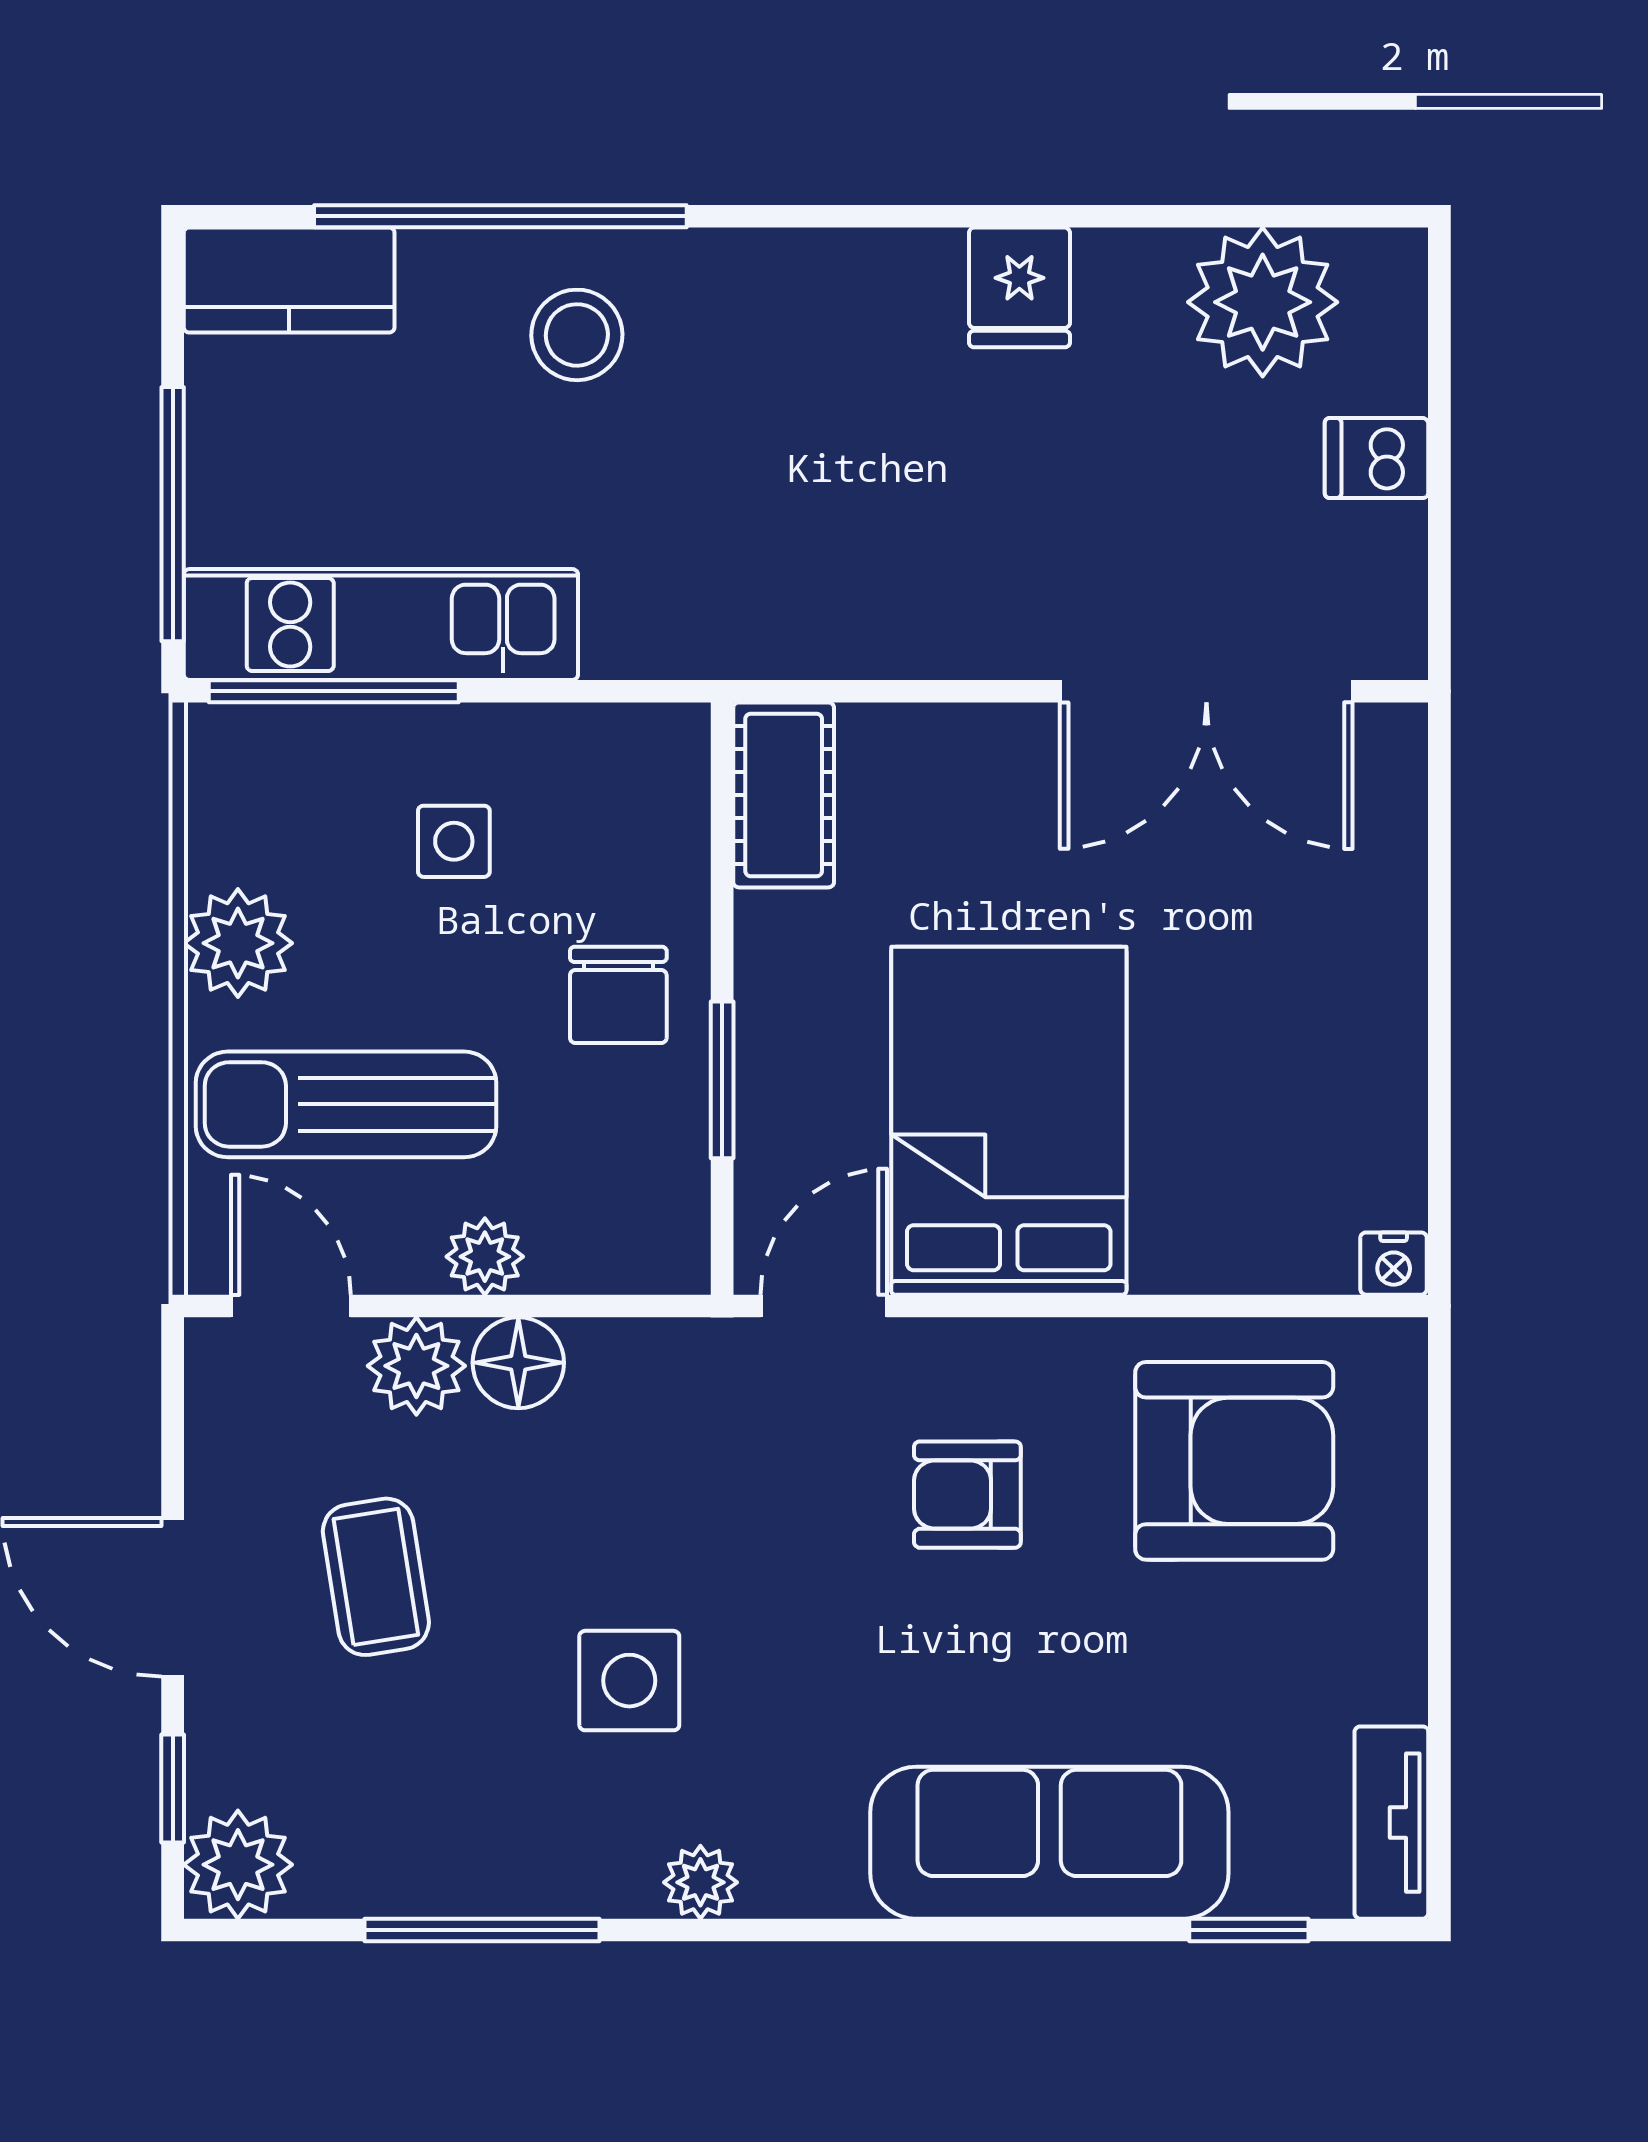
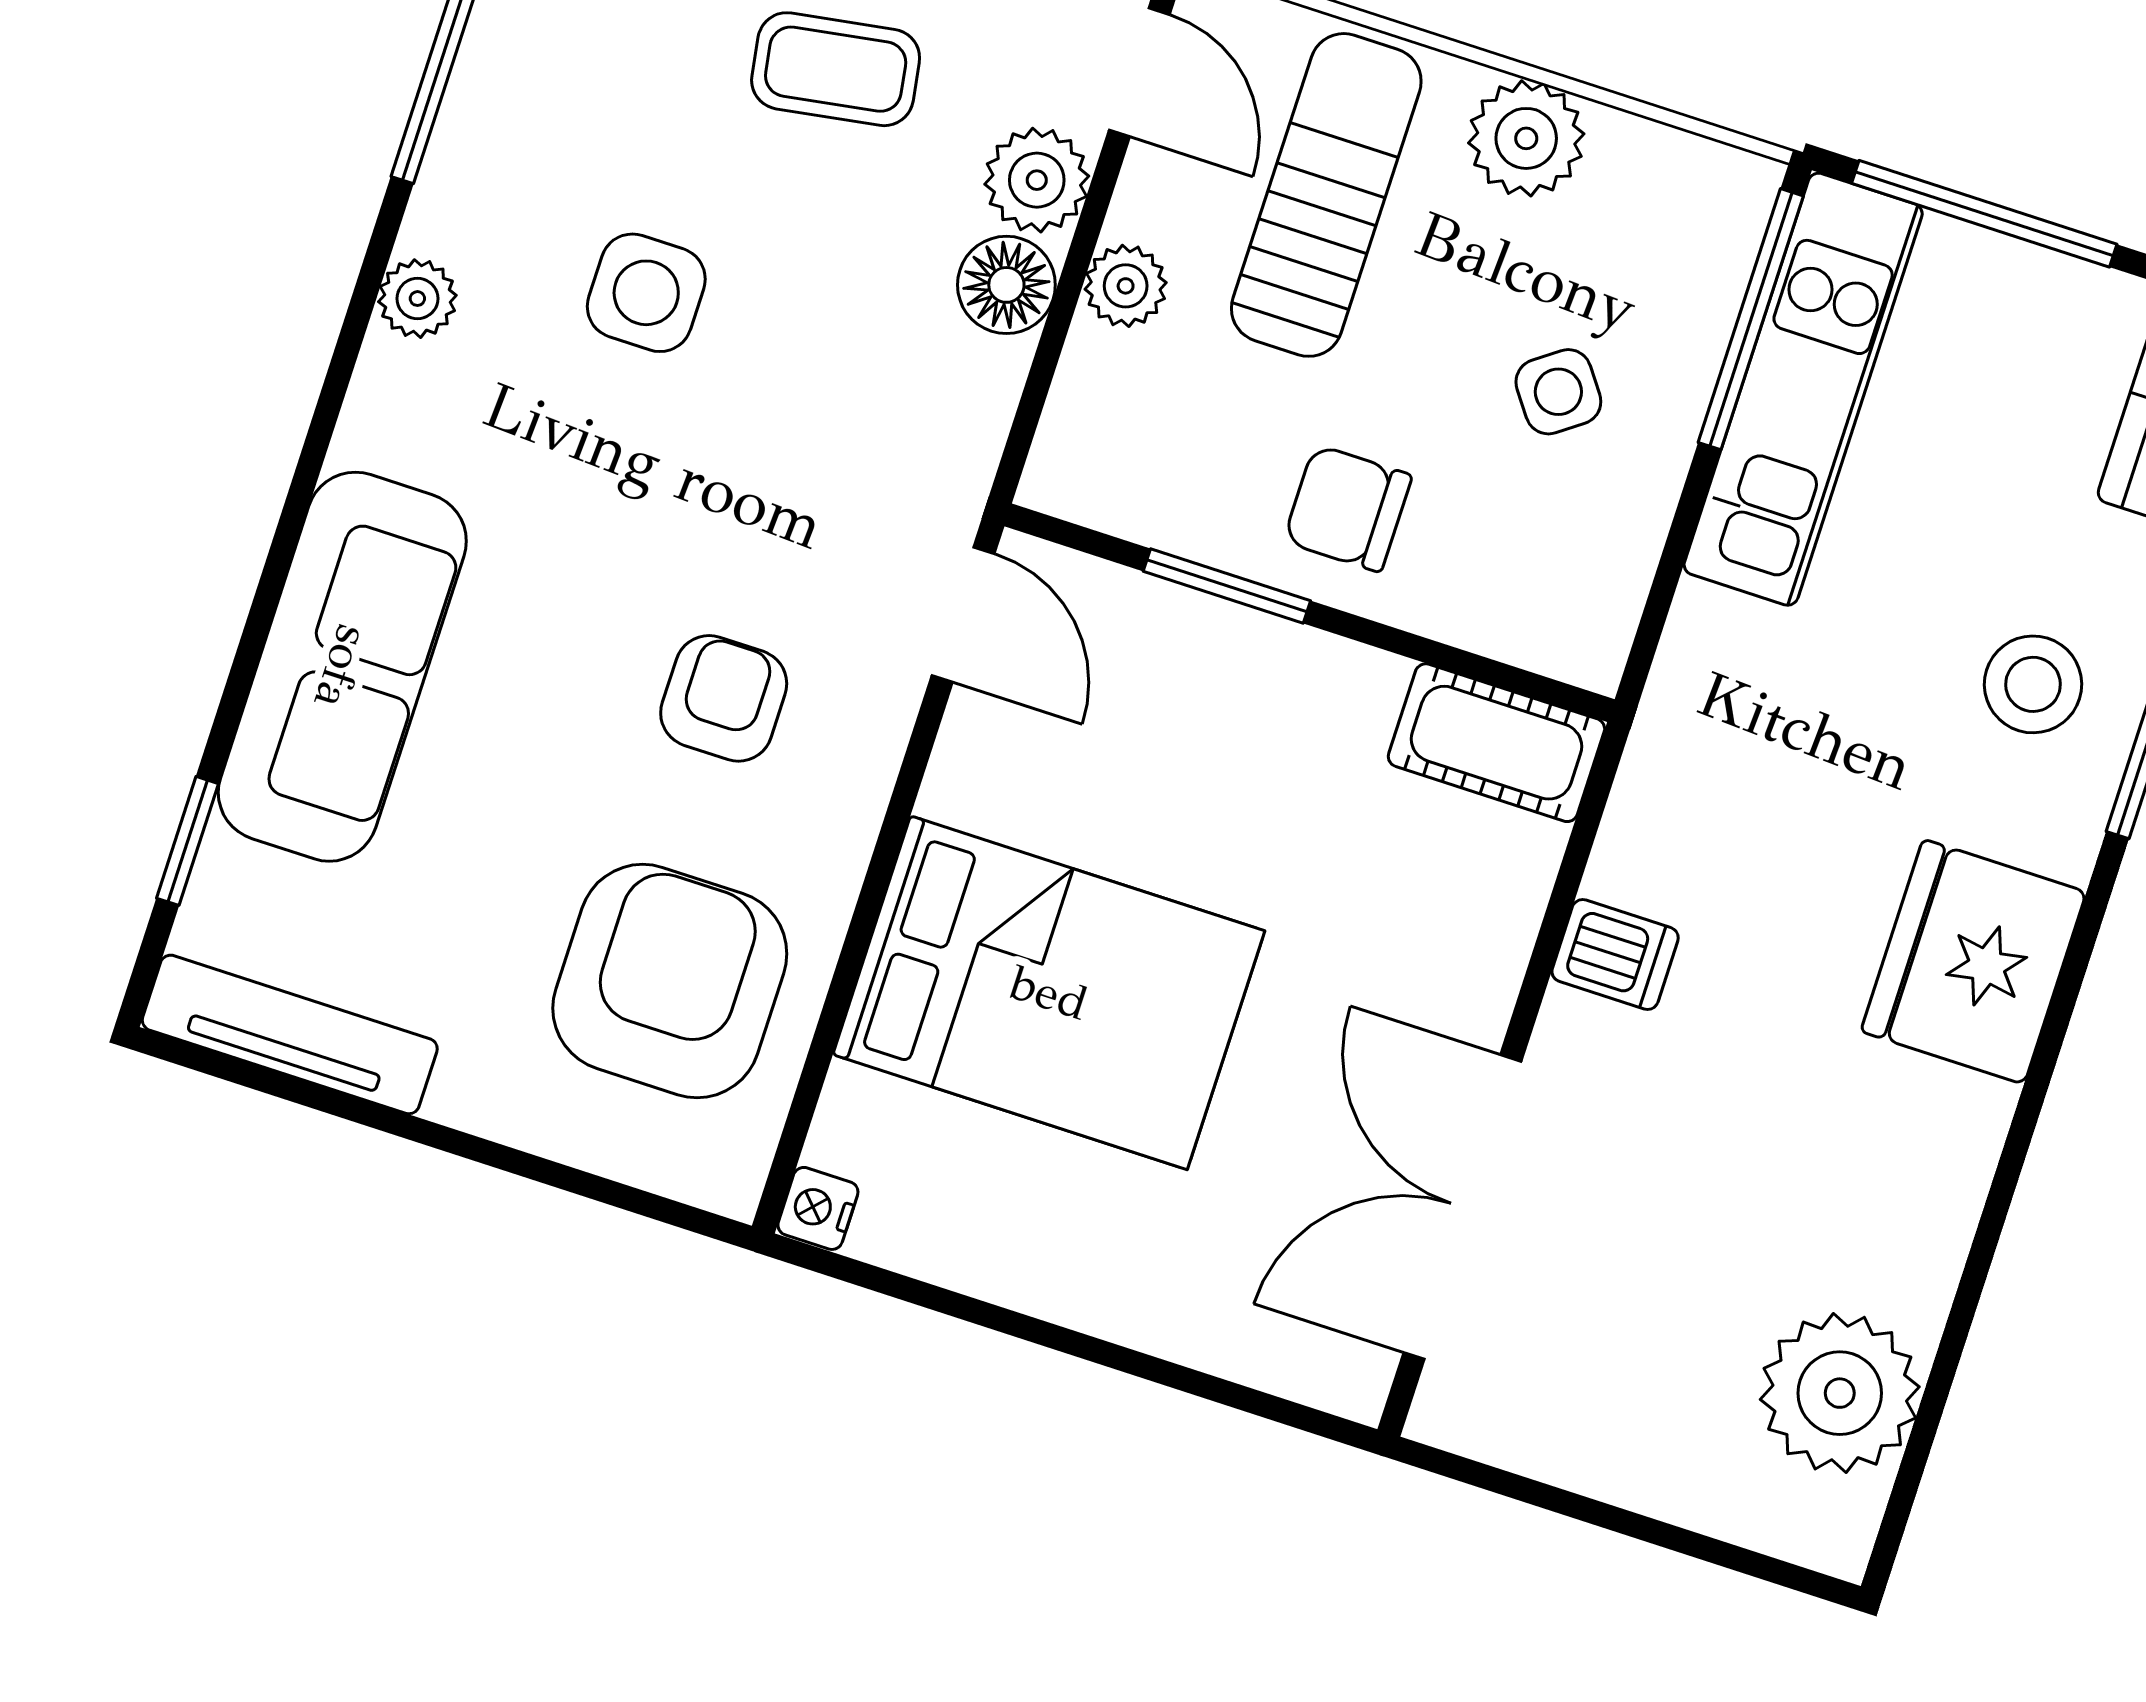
fridge: (1019, 287) -> (1974, 962), moved, width x1.88, depth x1.34
dishwasher: (1376, 458) -> (1615, 955), moved, turned 90
side table: (454, 841) -> (1558, 392), turned -36
bed: (1009, 1121) -> (1049, 993), moved
door: (291, 1306) -> (1139, 72), hinge flipped
armchair: (1234, 1461) -> (670, 981), turned 180
tv unit: (1391, 1823) -> (290, 1034), width x1.41

